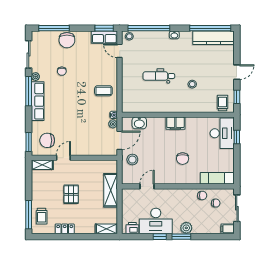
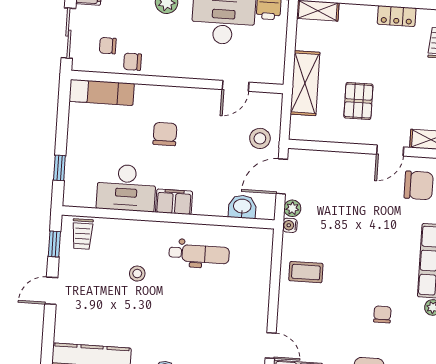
dental chair: (159, 76) -> (199, 254), moved
desk: (222, 133) -> (126, 188), moved, turned -90
pallet: (71, 194) -> (358, 101), moved

